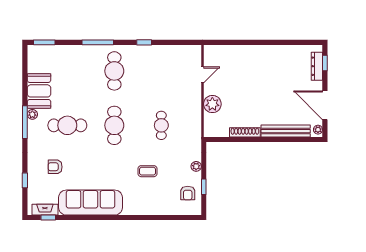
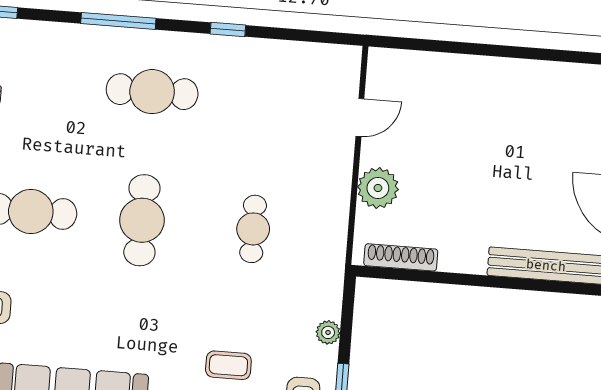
cafe table: (114, 71) -> (152, 92), turned 90
shoe rack: (245, 132) -> (401, 257), moved
coffee table: (148, 171) -> (228, 365), moved

